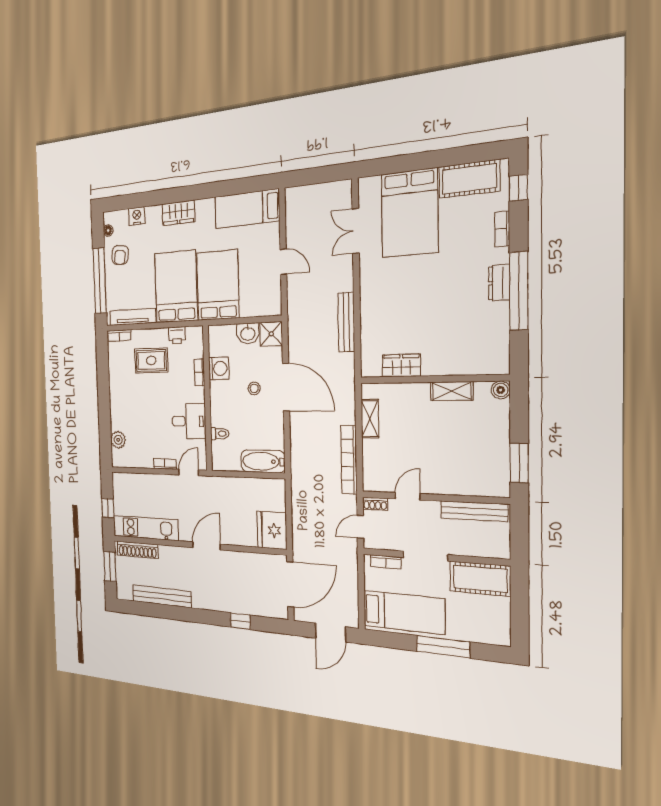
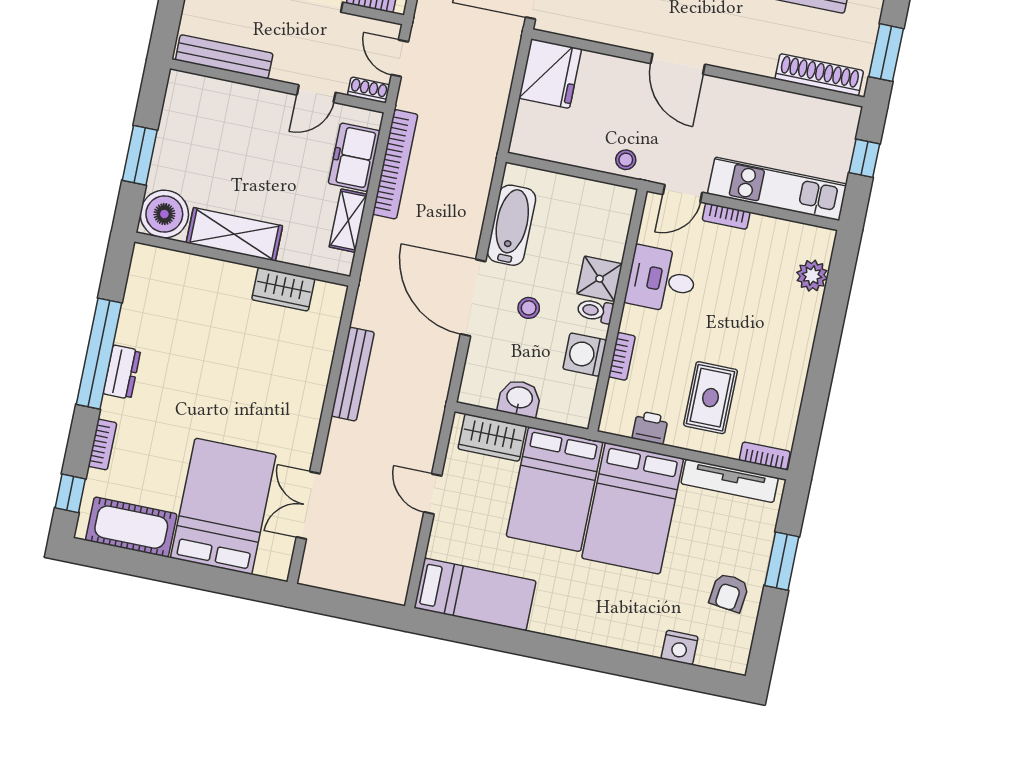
wardrobe: (178, 213) -> (492, 438), moved, turned 180
floor lamp: (108, 230) -> (743, 641), removed
double door: (356, 231) -> (308, 505), swing flipped
armchair: (120, 255) -> (729, 593), turned 180
window: (100, 281) -> (782, 561), width x0.47
shower: (271, 334) -> (600, 279), moved
rug: (151, 361) -> (710, 398), turned 90
boiler: (501, 390) -> (164, 214), width x1.86, depth x1.86
shelving: (452, 391) -> (234, 234), width x1.50, depth x1.33
toilet: (220, 434) -> (595, 311), moved
freezer: (375, 460) -> (354, 157), added
bathtub: (263, 461) -> (511, 225), moved, turned -90
window: (519, 463) -> (140, 155), moved
stool: (221, 486) -> (626, 160), added
door: (360, 527) -> (400, 58), swing flipped
kitchen unit: (145, 528) -> (777, 189), moved, turned 180
door: (206, 546) -> (678, 64), hinge flipped

